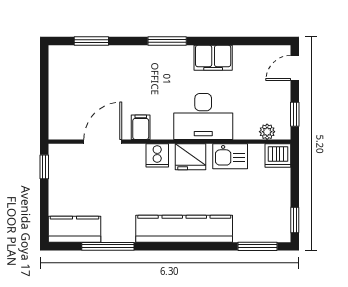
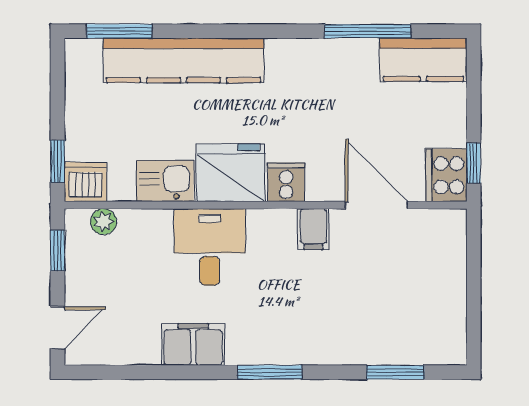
desk: (203, 116) -> (210, 247), width x0.73
door: (103, 142) -> (376, 205), swing flipped
fridge: (191, 157) -> (231, 173), width x1.36, depth x1.34
cooker: (61, 160) -> (446, 175), added
window: (295, 220) -> (58, 161), moved
kitchen counter: (184, 229) -> (184, 60), moved

